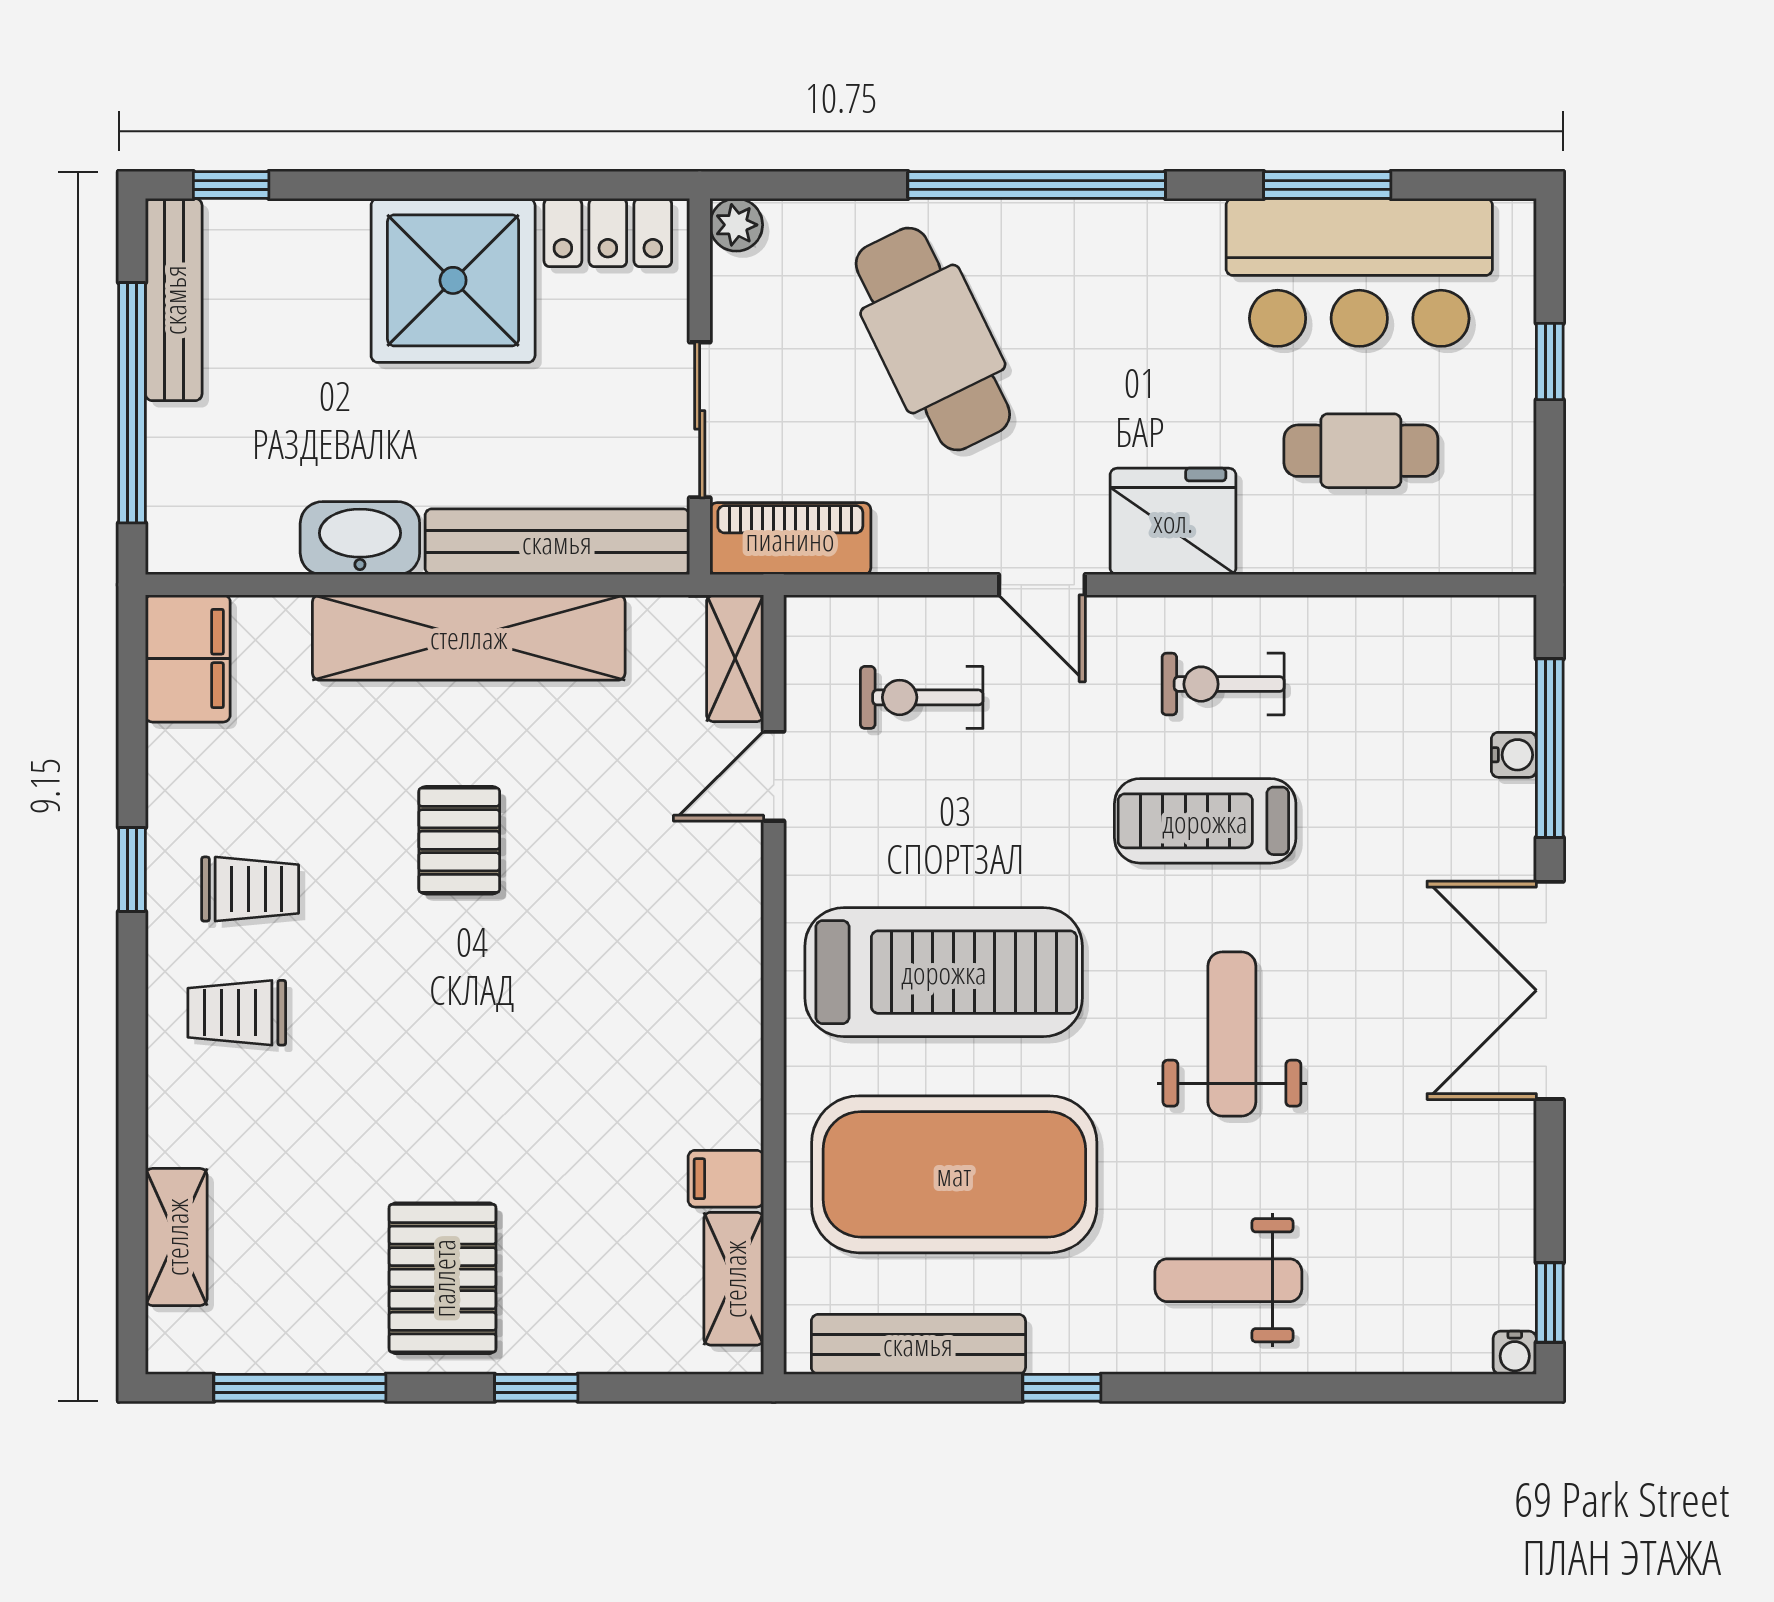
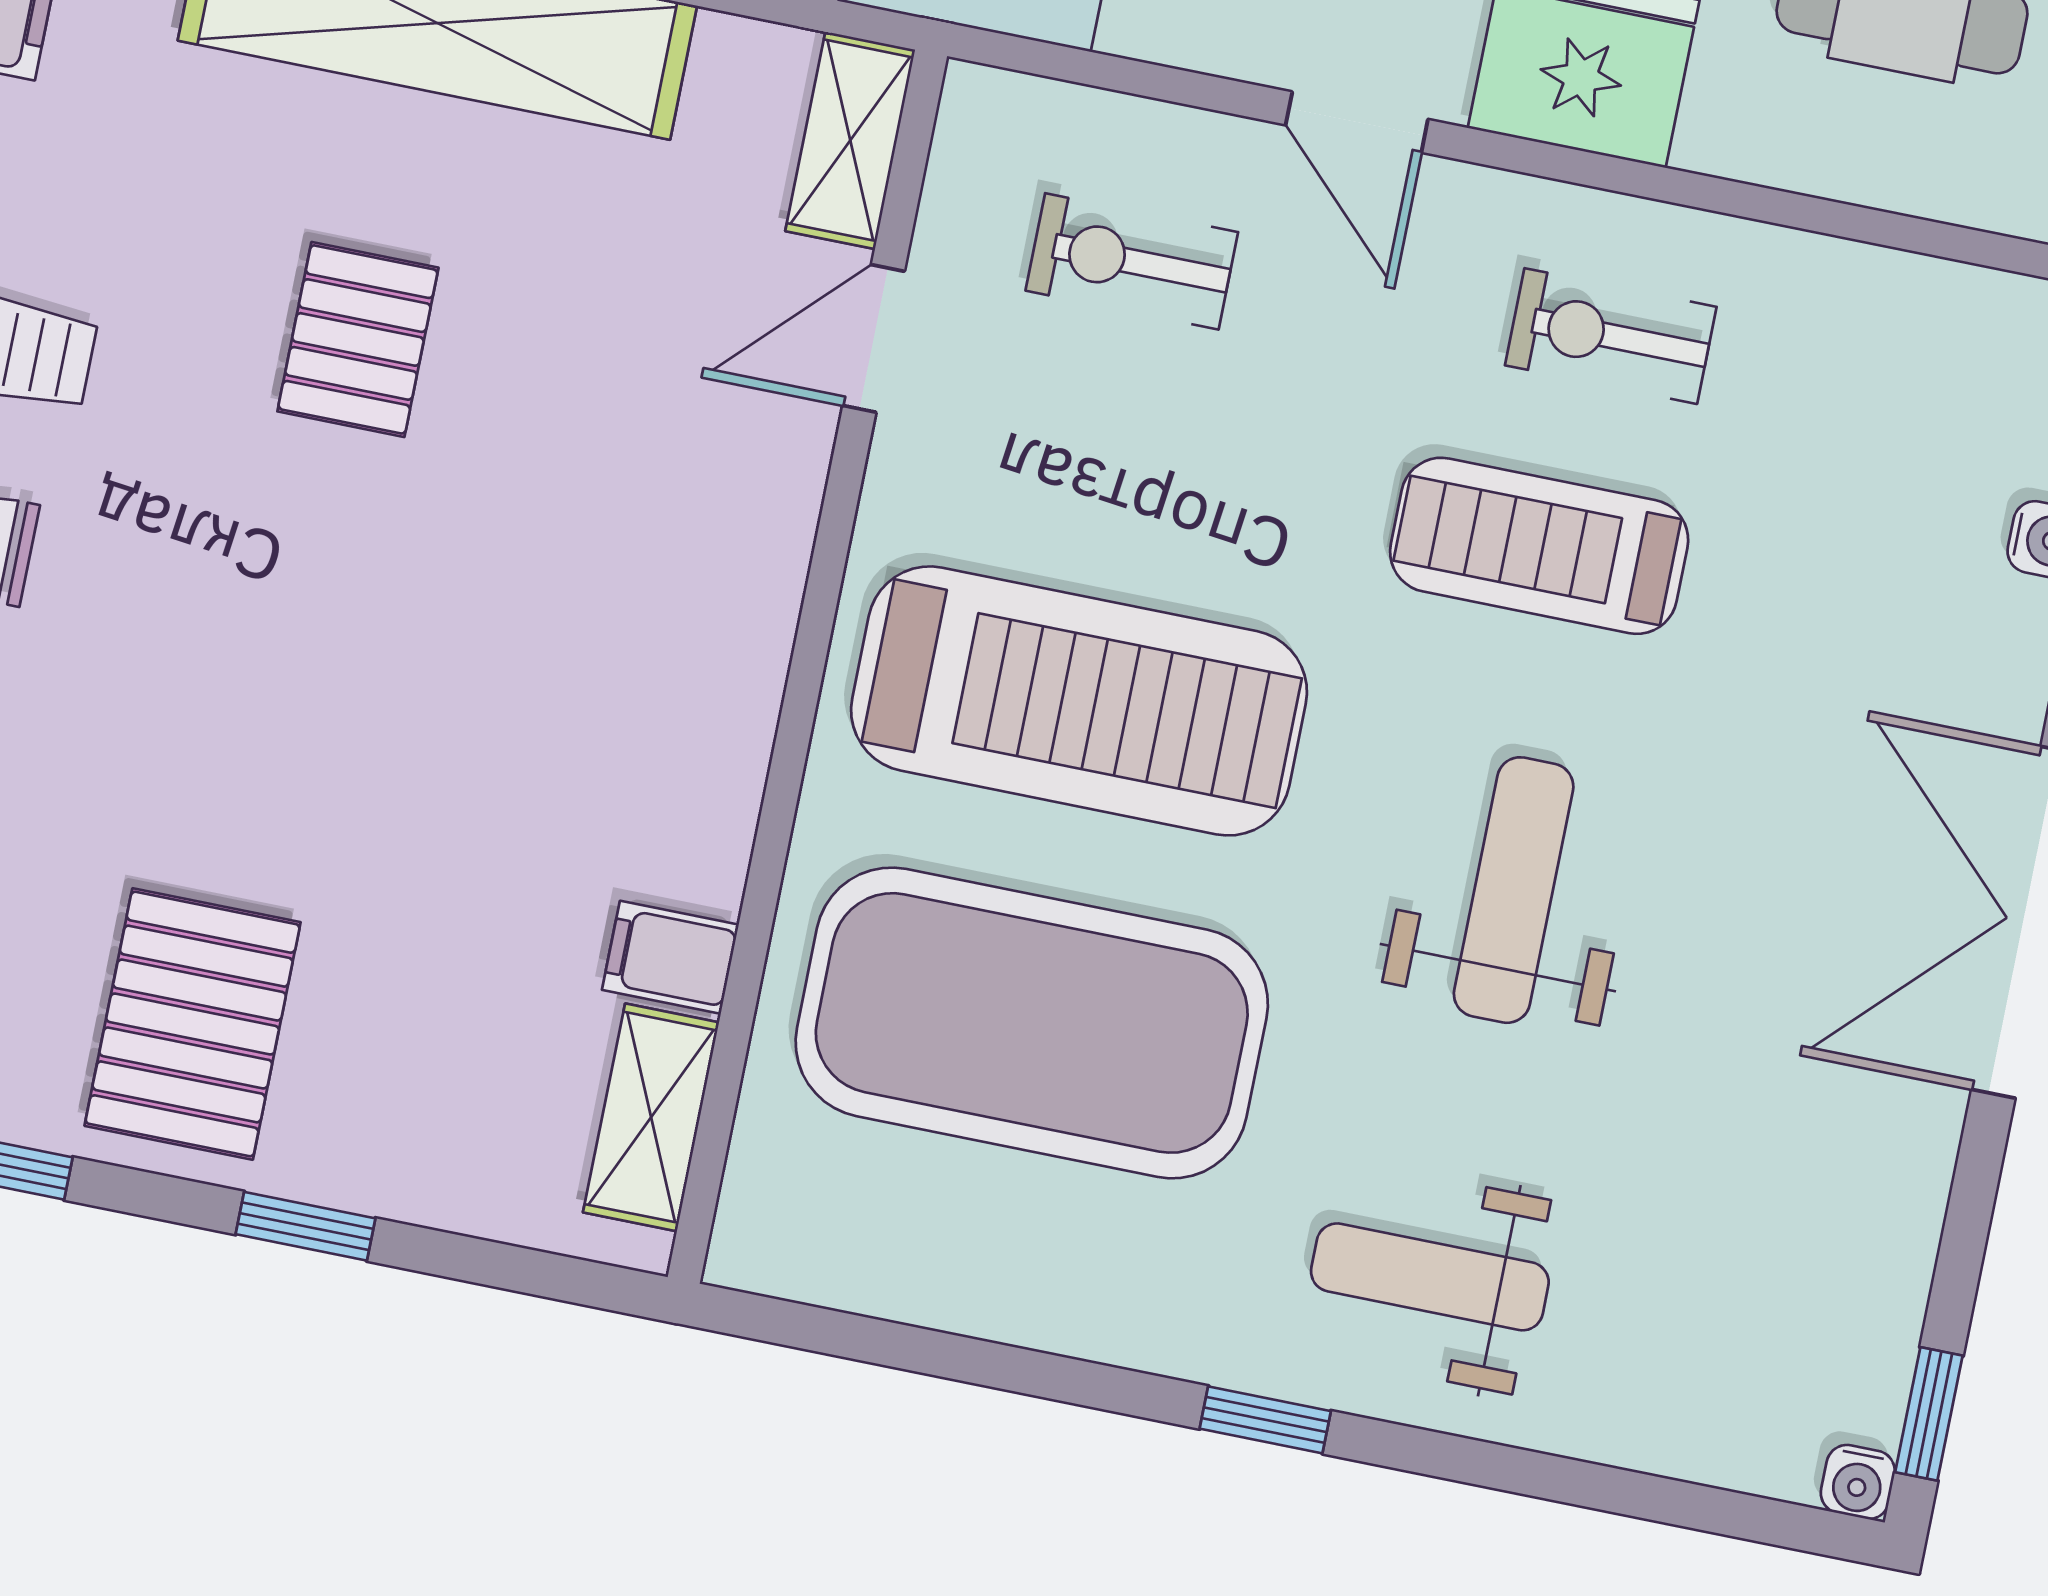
bench: (918, 1344) -> (921, 1279), removed
window: (1062, 1388) -> (1265, 1420), moved

